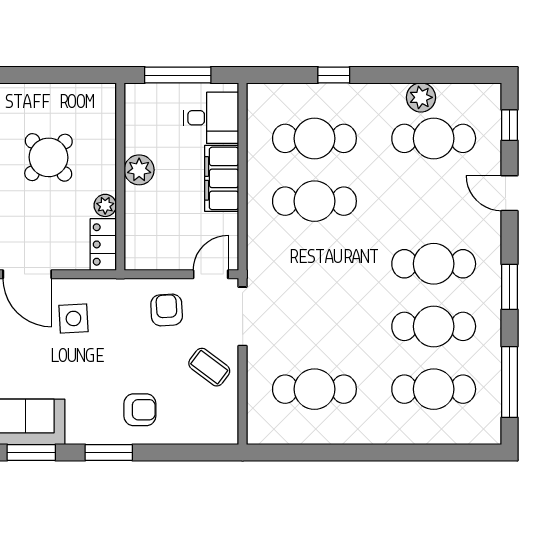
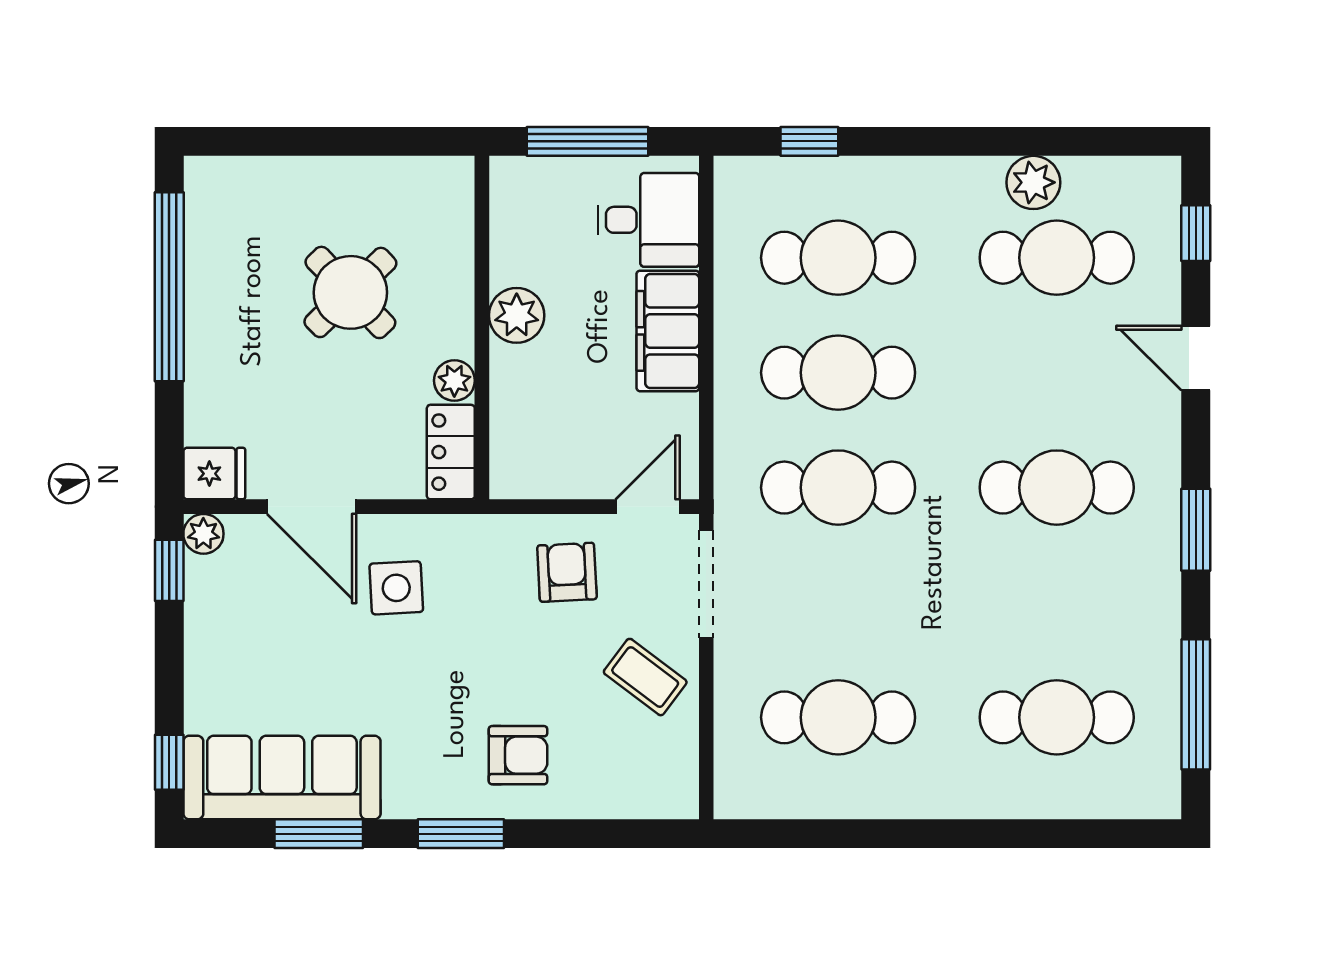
window: (334, 75) -> (809, 141), moved
cafe table: (434, 326) -> (838, 488), moved

